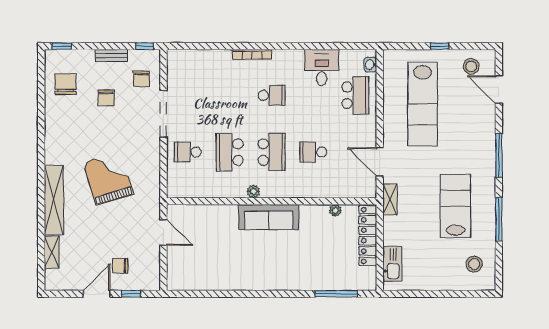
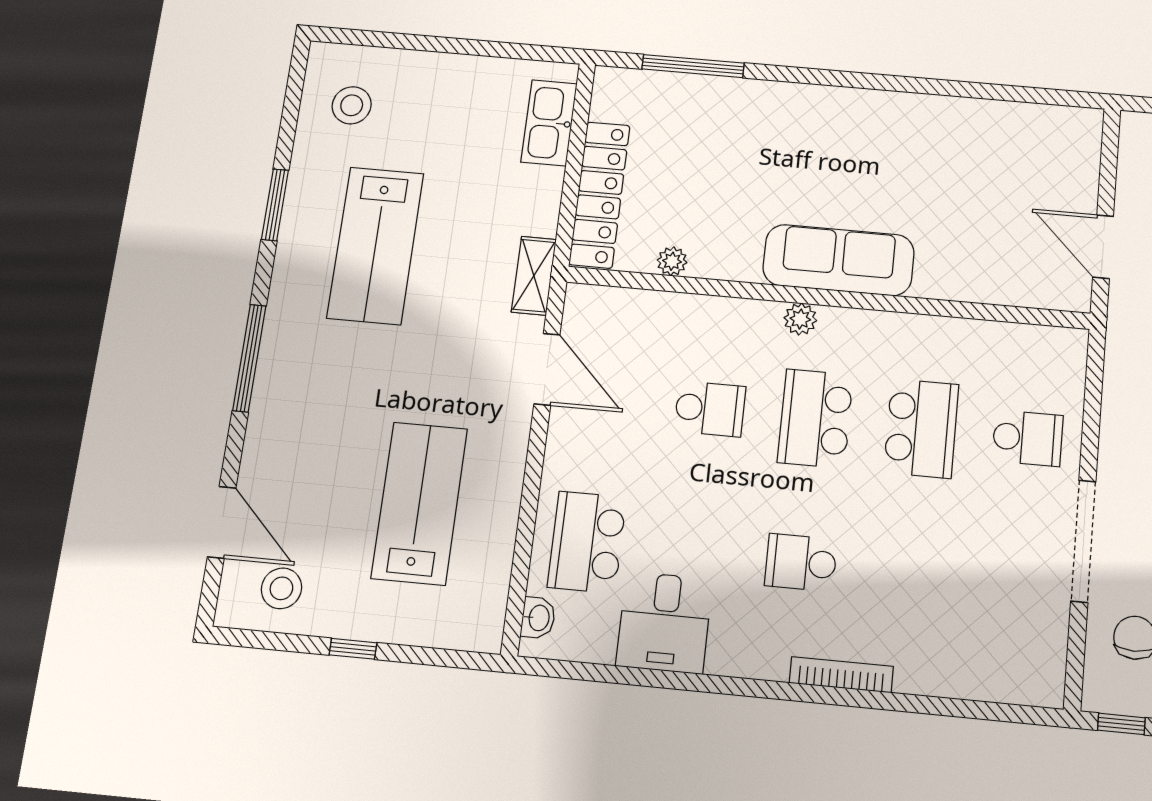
lab bench: (423, 104) -> (419, 503), width x0.73
plant: (253, 192) -> (800, 319), moved
window: (499, 219) -> (275, 205), width x0.69

